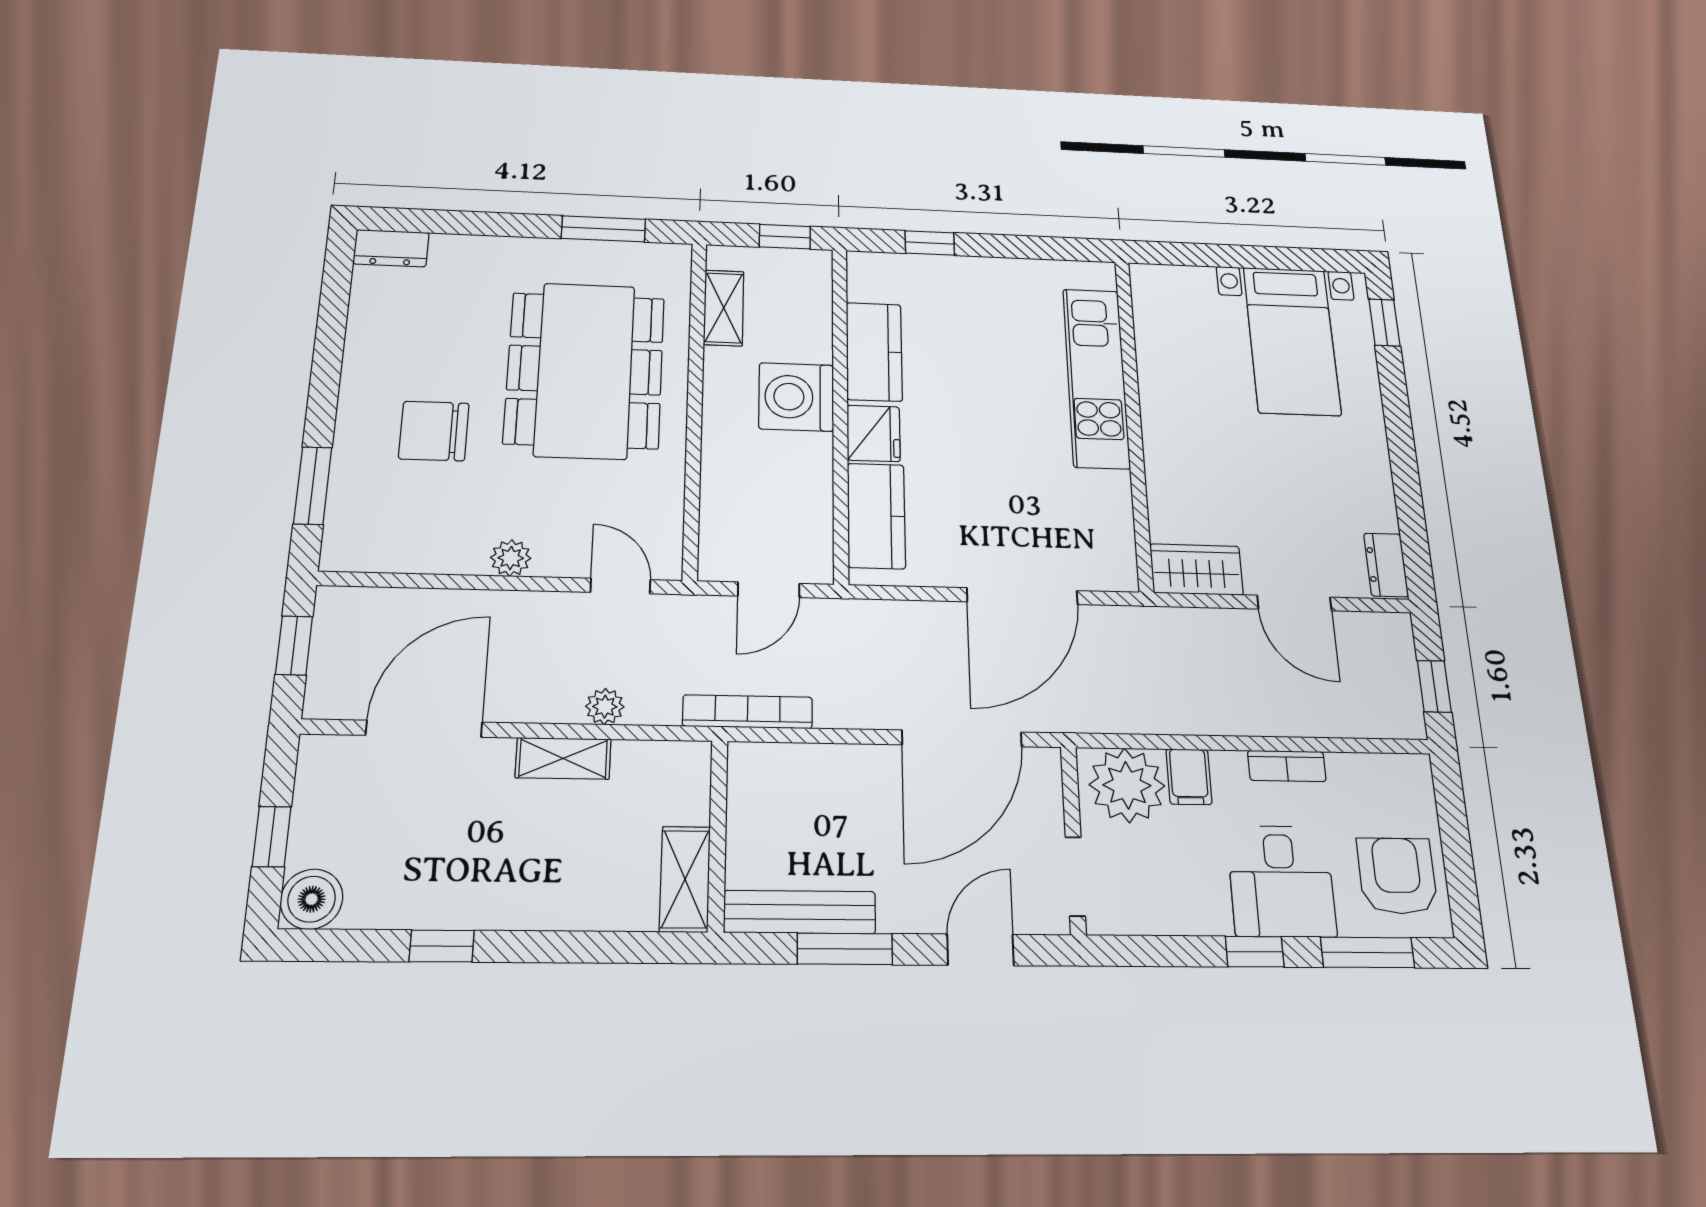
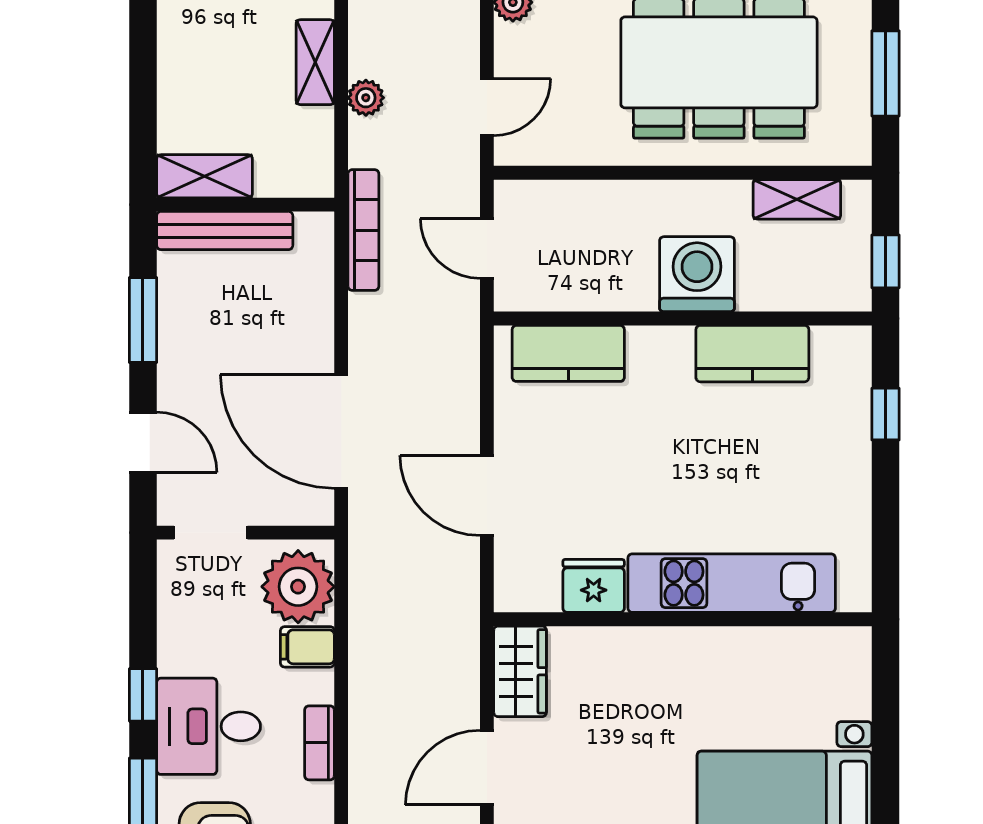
fridge: (874, 433) -> (594, 586), moved, turned 180
door: (1022, 596) -> (487, 495), width x0.73
bench: (800, 912) -> (225, 231), moved, turned 90

